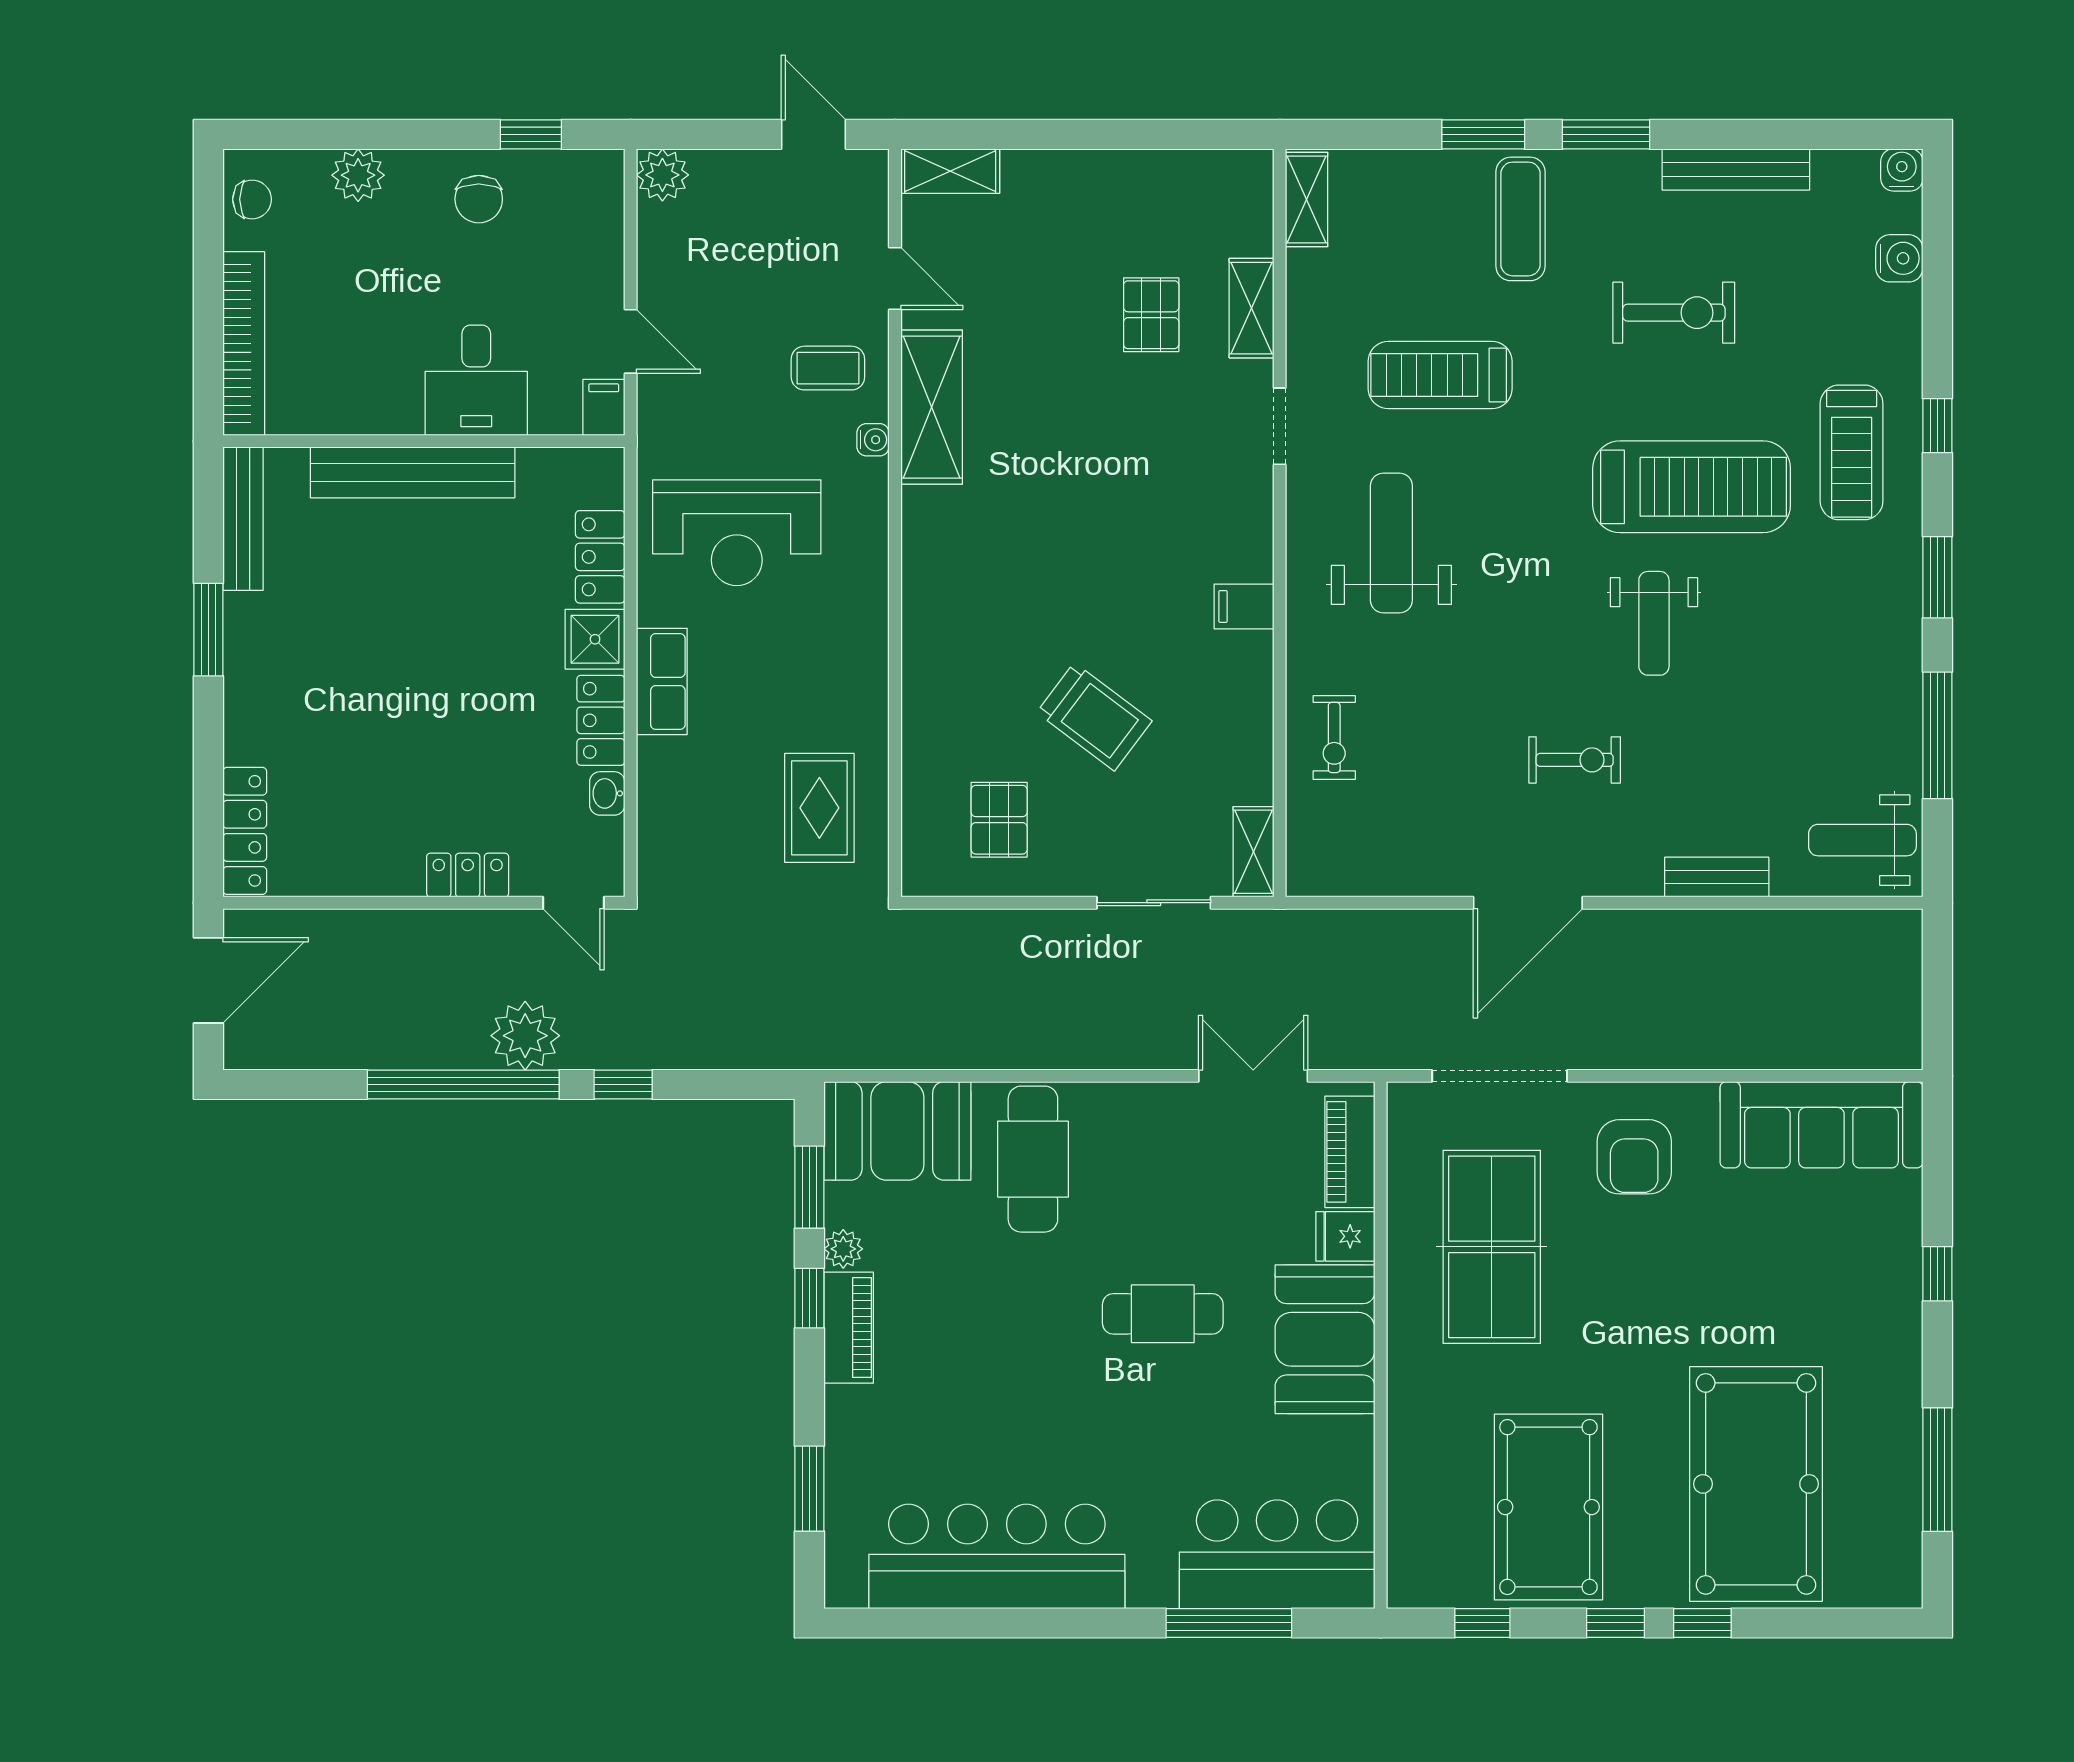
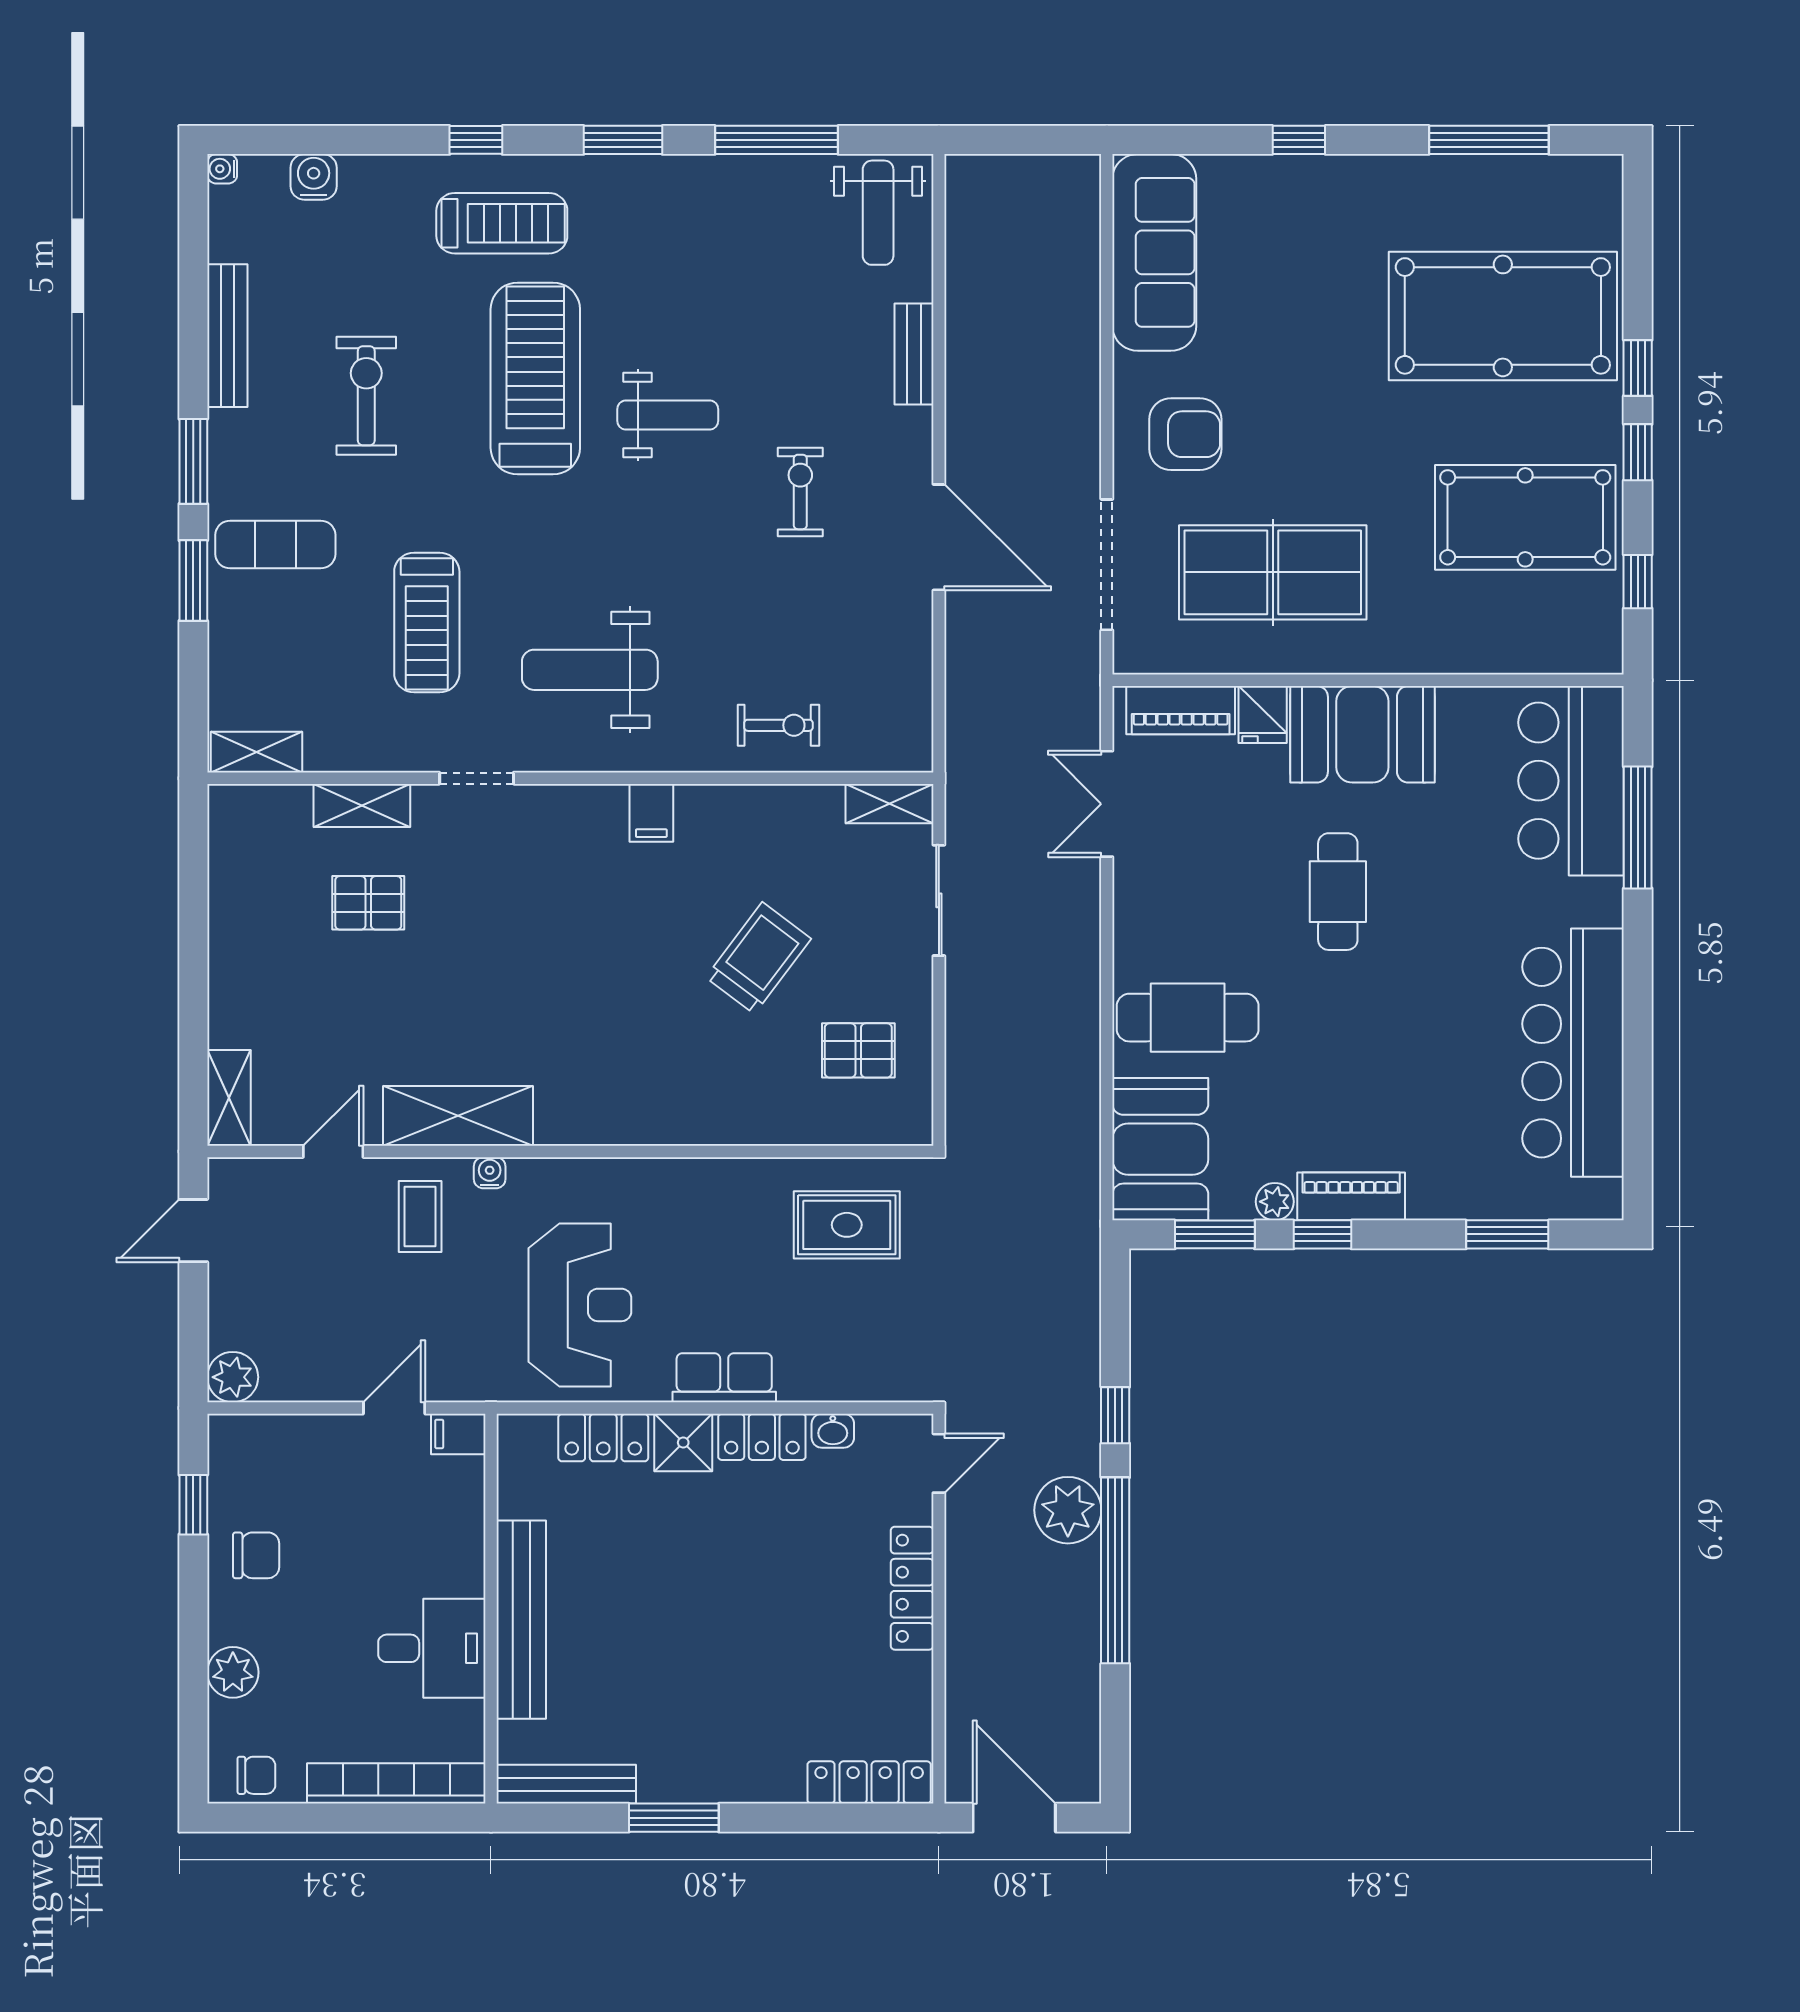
water cooler: (1902, 170) -> (222, 169), width x0.72, depth x0.72
chair: (252, 199) -> (256, 1775), turned 90
desk: (476, 380) -> (432, 1648), moved
locker: (468, 875) -> (912, 1588), width x1.53

